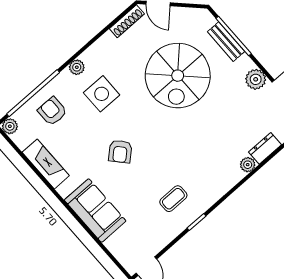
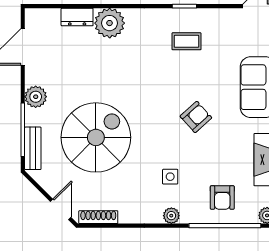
bench: (226, 42) -> (33, 148), moved
plant: (256, 79) -> (36, 97), moved
side table: (102, 94) -> (170, 177), width x0.54, depth x0.54
plant: (248, 165) -> (110, 23), width x1.87, depth x1.87

